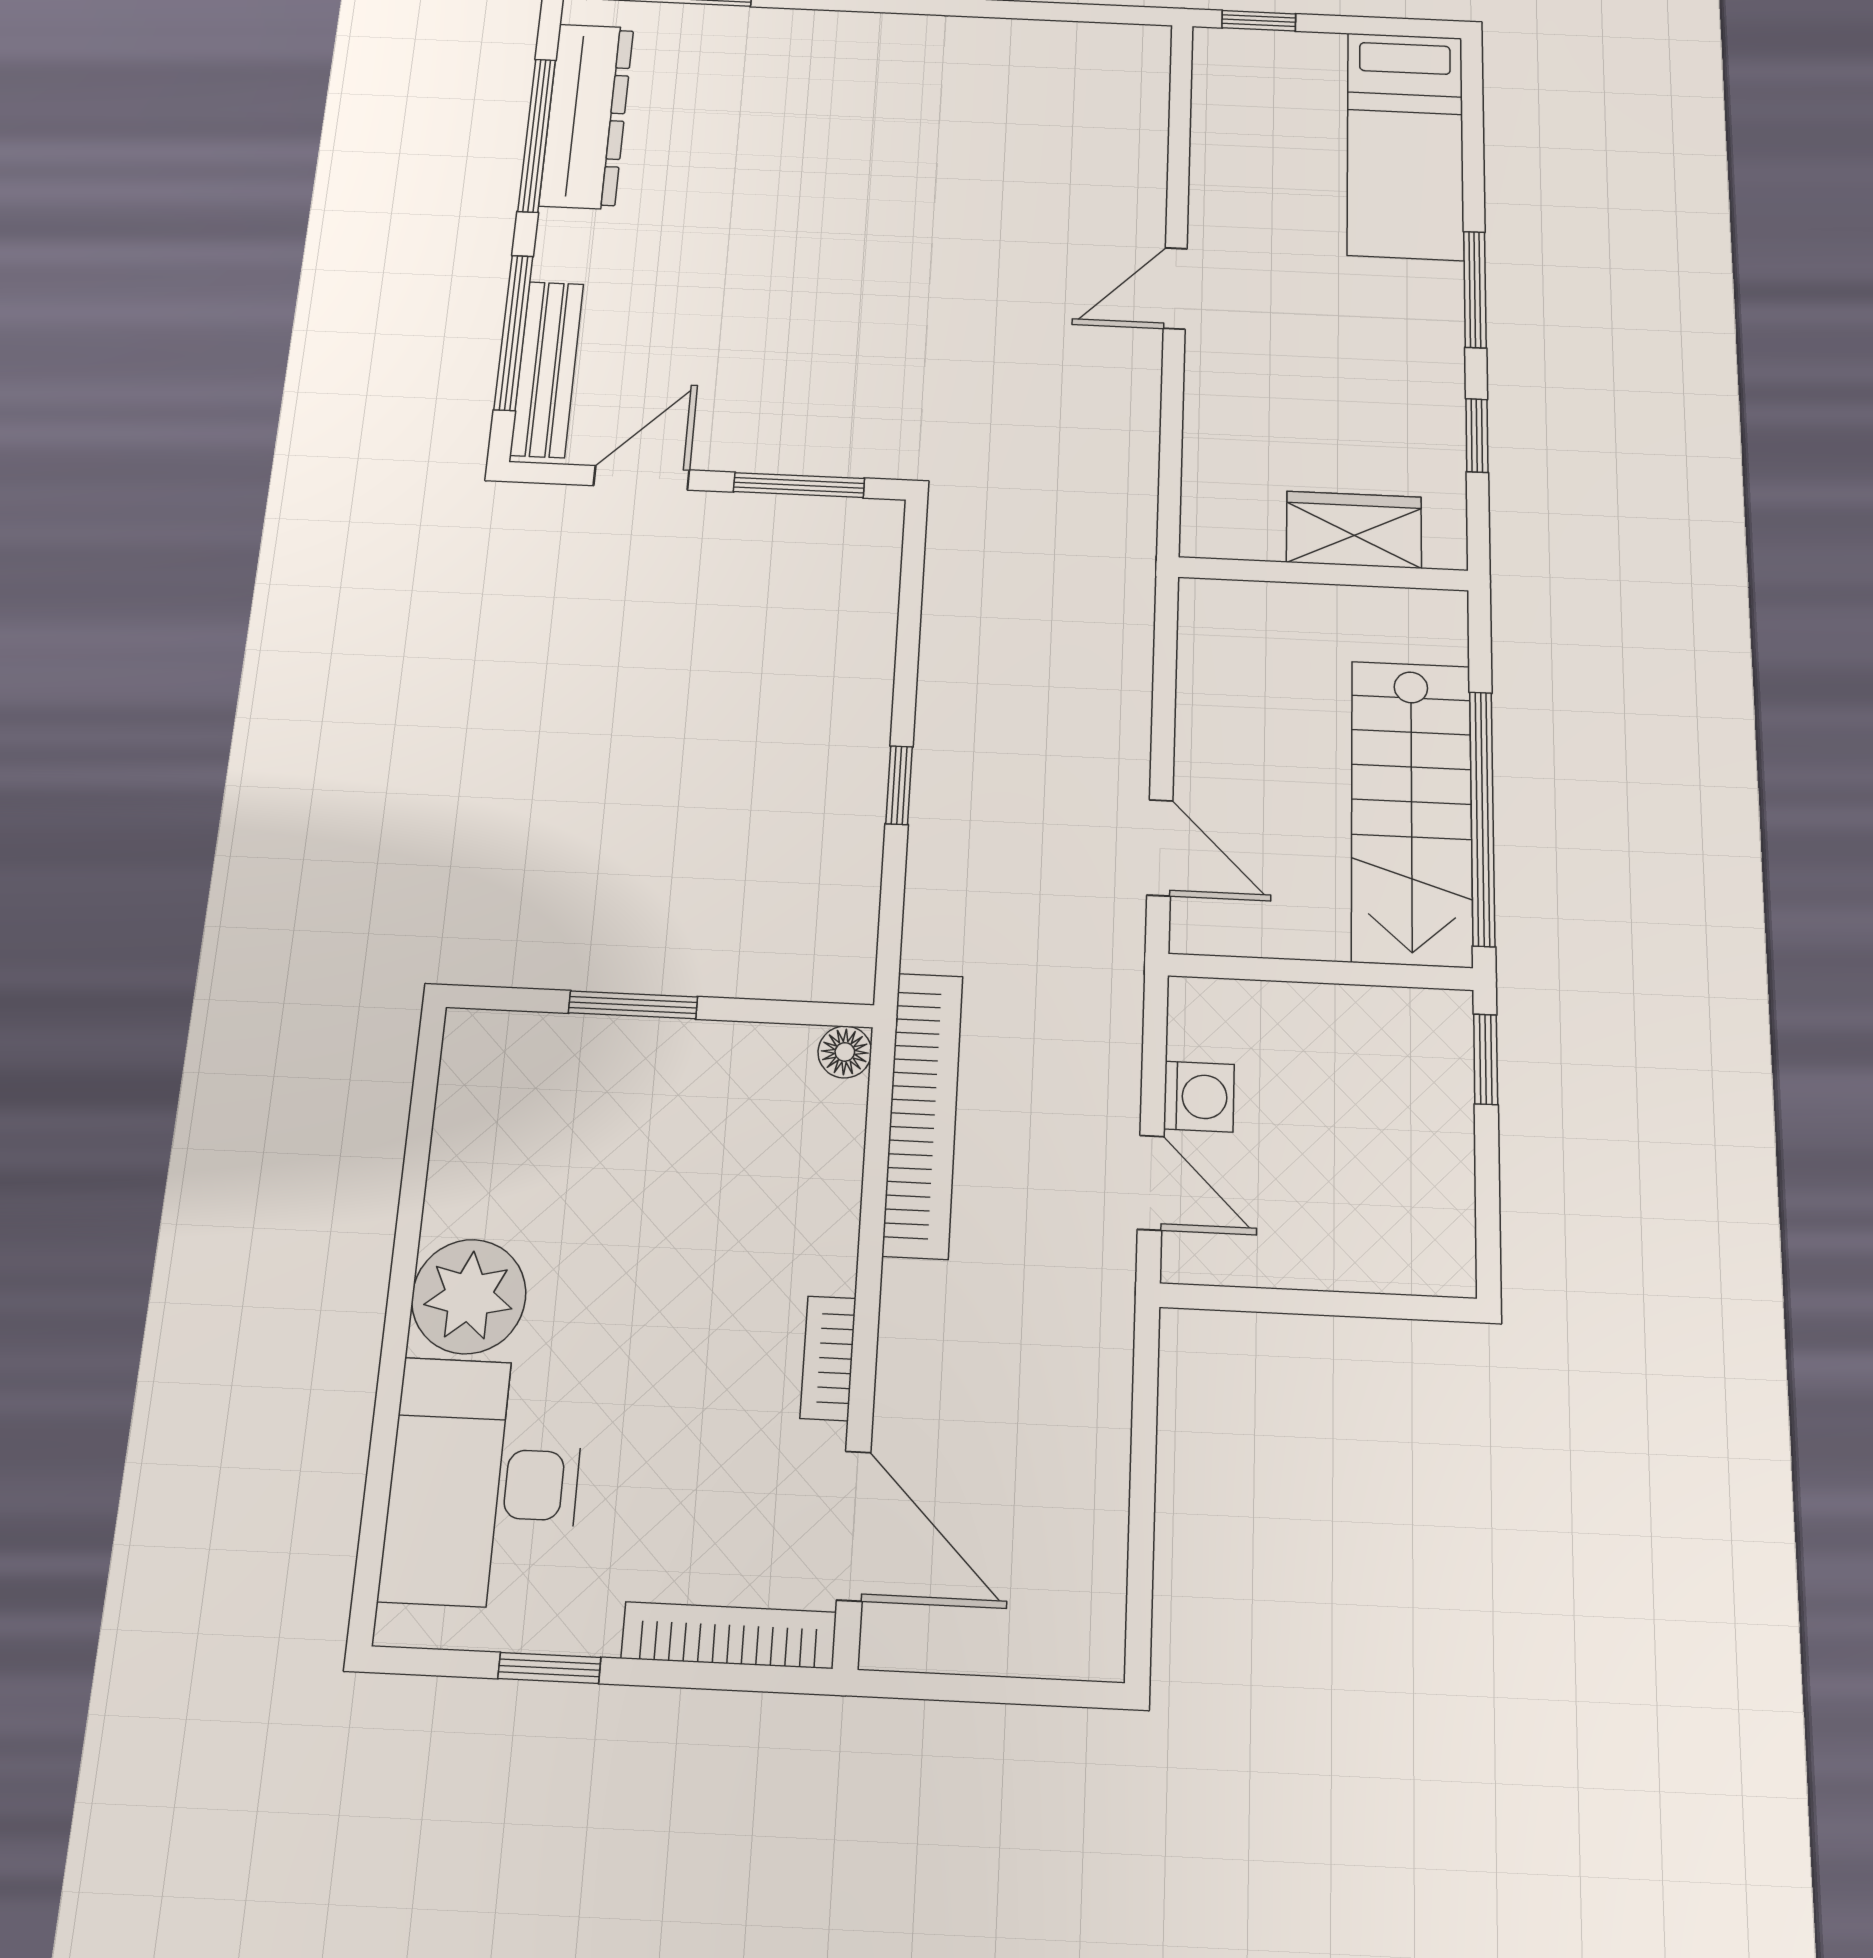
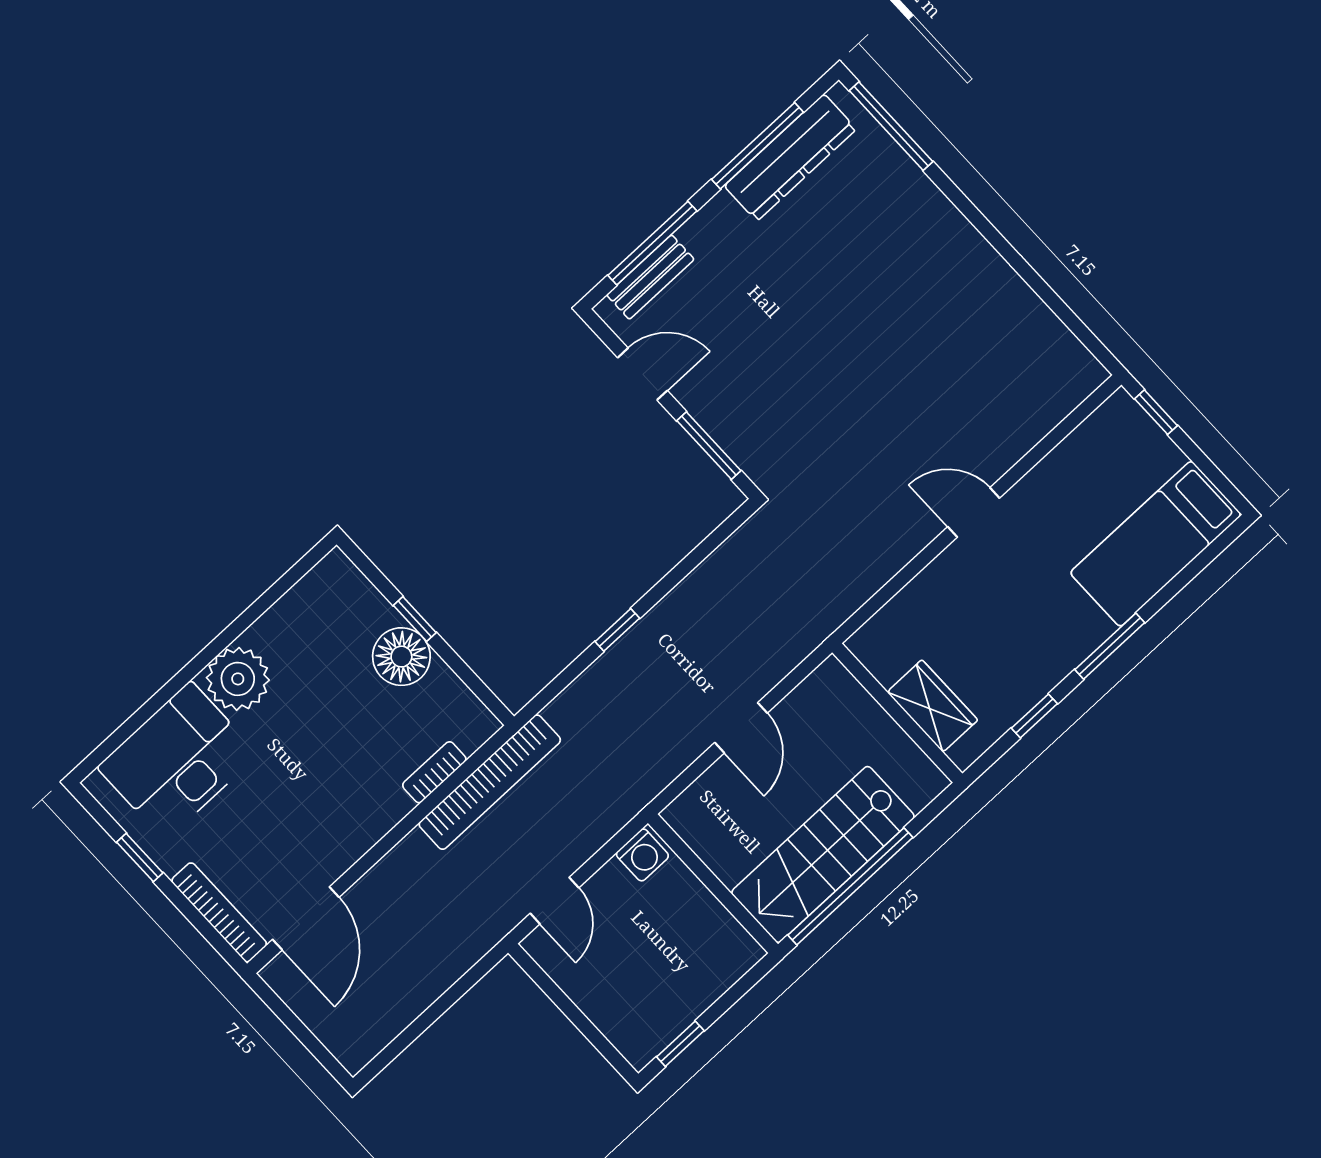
bench: (547, 369) -> (650, 277), width x0.73
door: (1160, 848) -> (741, 728), moved
window: (633, 1005) -> (415, 619), width x0.67
floor lamp: (845, 1052) -> (401, 657), moved, width x1.89, depth x1.89
window: (1486, 1059) -> (680, 1044), moved
washing machine: (1199, 1097) -> (642, 855), moved
bookcase: (828, 1358) -> (434, 772), moved

